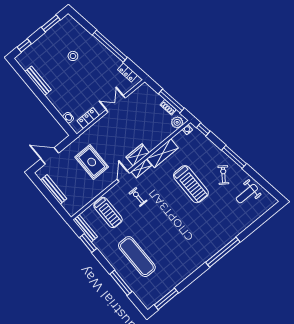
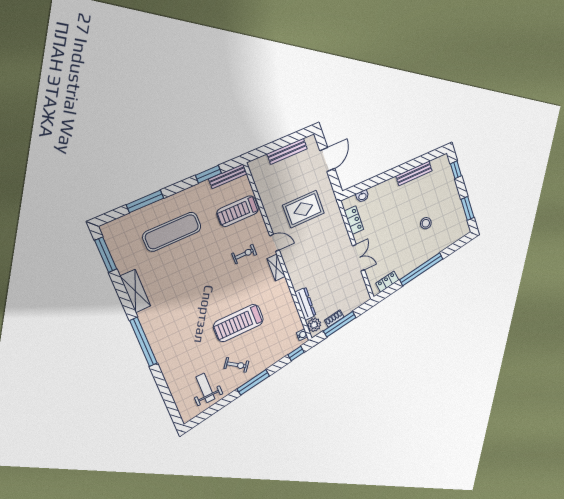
dresser: (163, 135) -> (305, 304), added
shelving: (163, 153) -> (135, 291), moved
wardrobe: (138, 155) -> (293, 268), removed

